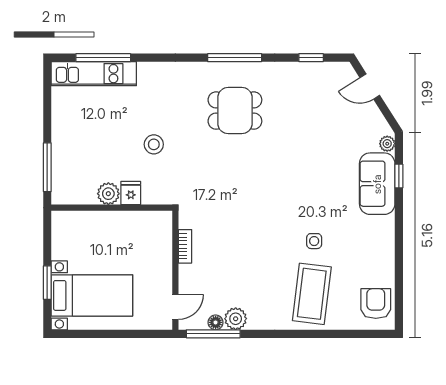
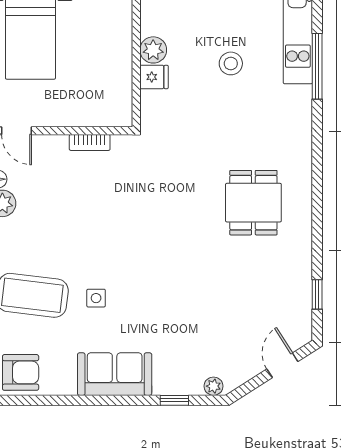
window: (103, 58) -> (317, 66), moved
window: (235, 58) -> (317, 202), removed
stool: (154, 144) -> (231, 63), moved
sofa: (377, 184) -> (115, 374), moved

